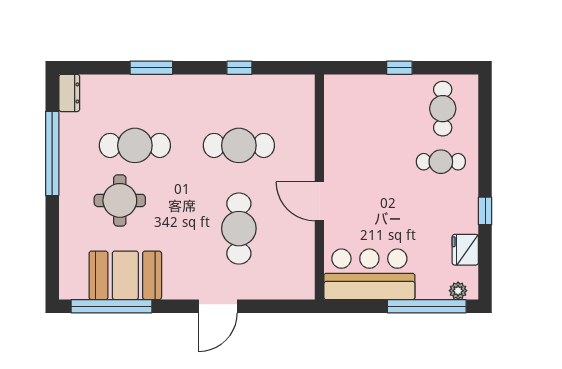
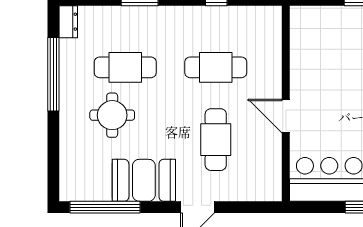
booth: (125, 275) -> (144, 180), moved

